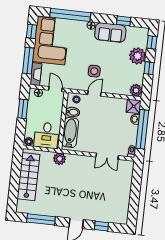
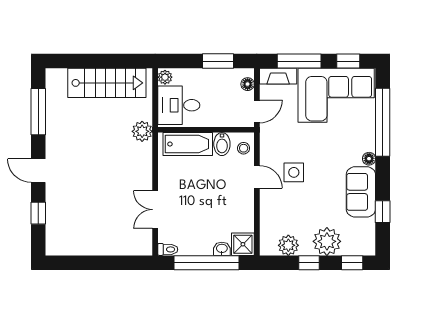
plant: (136, 90) -> (288, 245), moved

